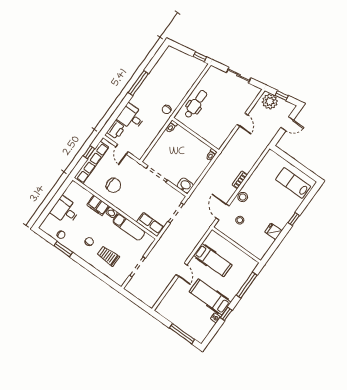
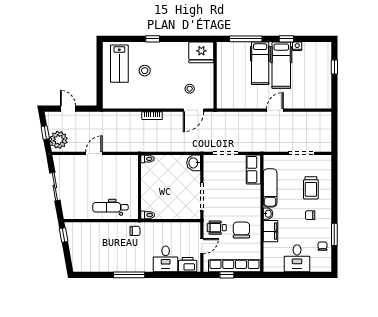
wheelchair: (128, 169) -> (217, 228), added
stool: (243, 197) -> (145, 71), moved
fridge: (273, 231) -> (201, 52), moved, width x1.88, depth x1.34
hospital bed: (213, 260) -> (260, 63), moved, turned 180
window: (182, 334) -> (334, 67), width x0.46

